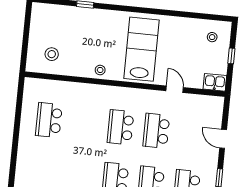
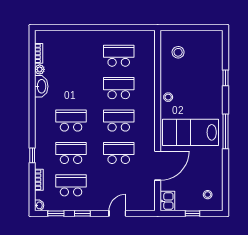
window: (144, 10) -> (226, 131), added
lab bench: (142, 49) -> (190, 132), turned 180
door: (175, 89) -> (158, 166), width x1.88
school desk: (85, 124) -> (119, 88), added

